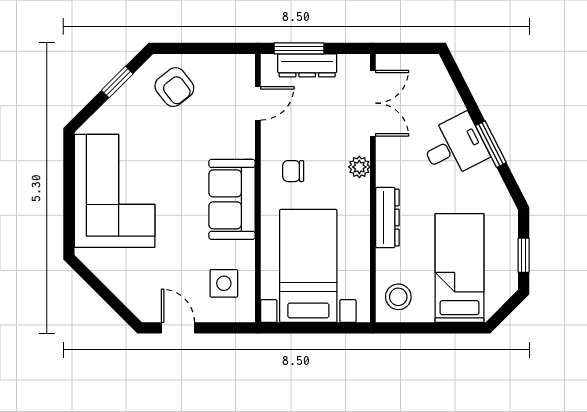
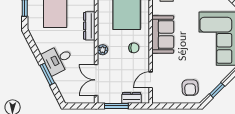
window: (299, 48) -> (116, 106), moved
dresser: (307, 65) -> (131, 98), width x0.70
armchair: (174, 87) -> (190, 88), turned -144
window: (491, 144) -> (47, 74), moved

